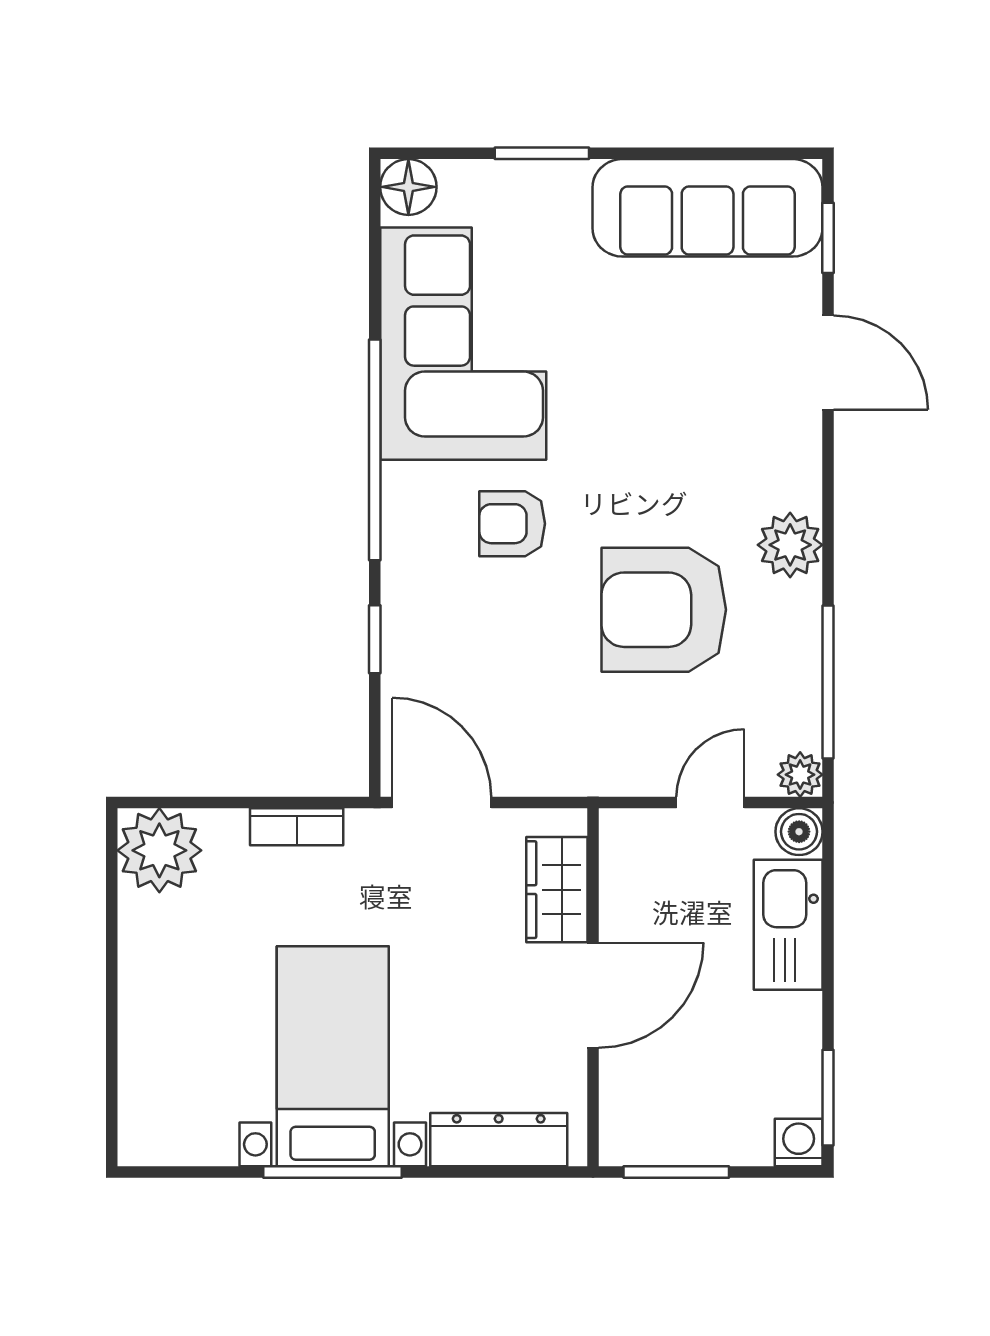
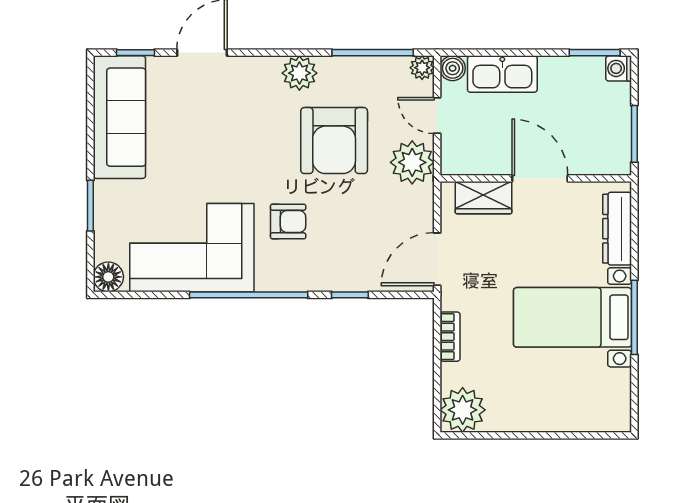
armchair: (512, 524) -> (288, 221), turned -90
plant: (623, 756) -> (412, 162), added

